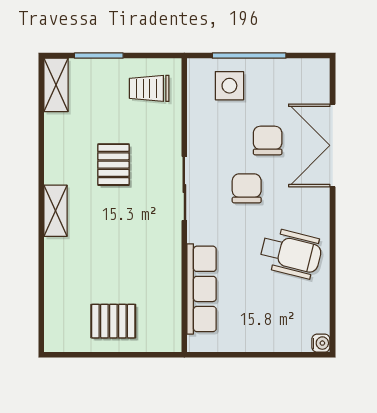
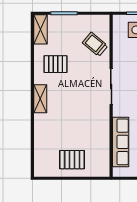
trolley: (149, 88) -> (95, 44), moved, turned 40
pallet: (113, 165) -> (56, 64), moved, turned 90

